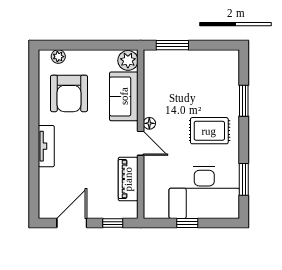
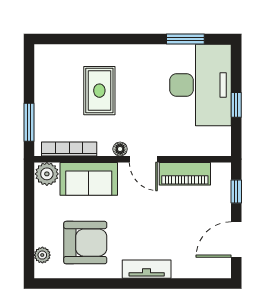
bookcase: (149, 80) -> (69, 149), added
window: (244, 101) -> (94, 39), removed
rug: (209, 131) -> (99, 91), moved
door: (141, 143) -> (143, 159), swing flipped
door: (72, 223) -> (236, 239), hinge flipped

